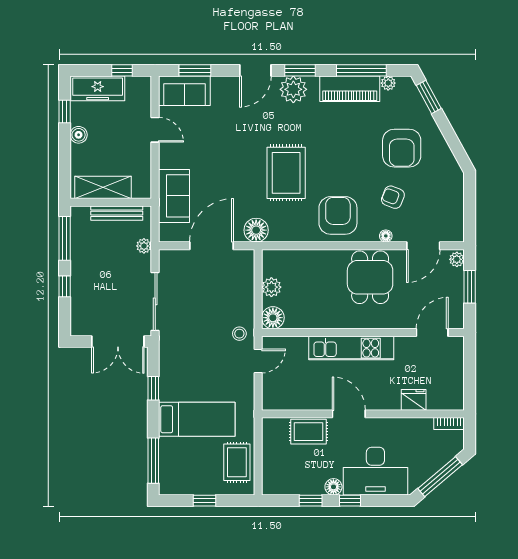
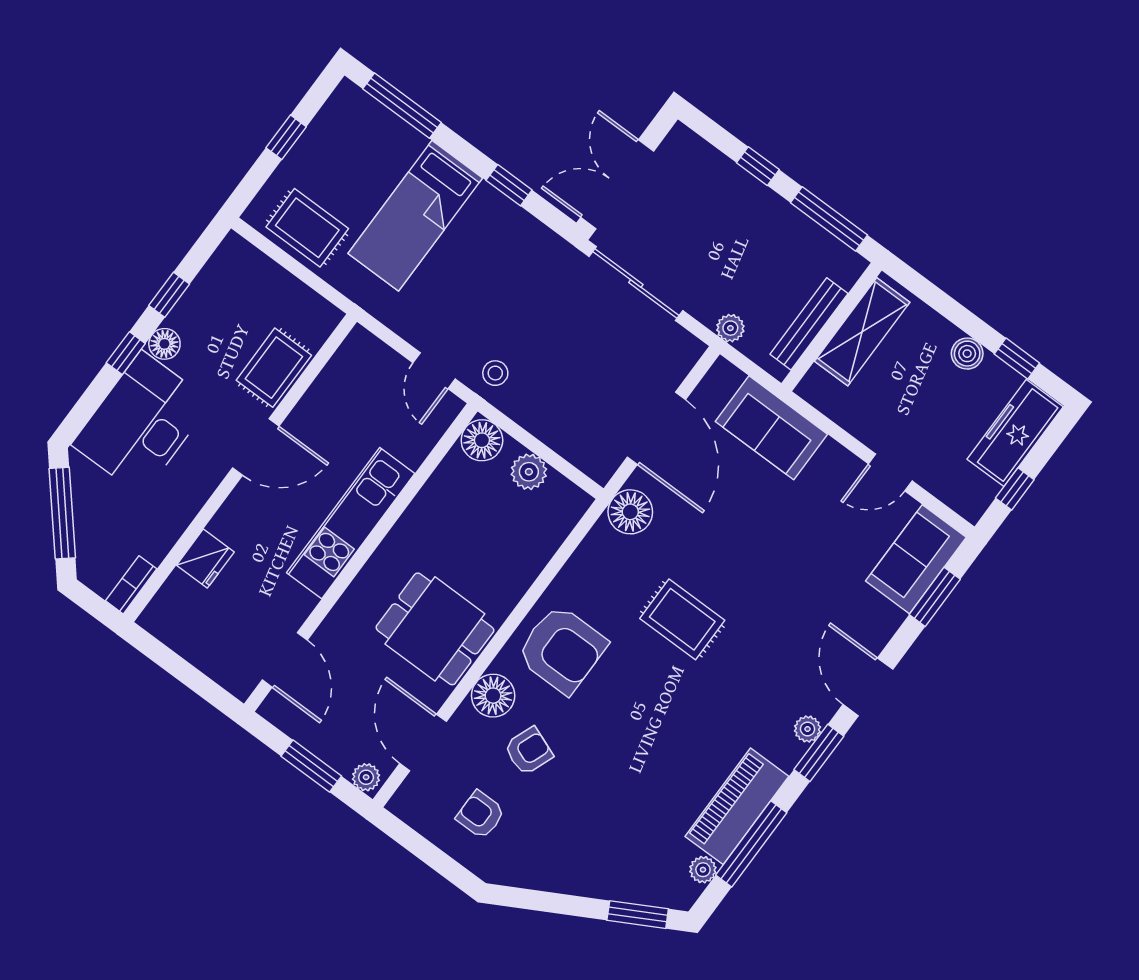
plant: (293, 89) -> (808, 729), width x0.53, depth x0.53
armchair: (402, 148) -> (480, 815), moved, width x0.53, depth x0.53
rug: (286, 173) -> (682, 619), width x0.73, depth x0.70
floor lamp: (386, 236) -> (493, 696), width x1.89, depth x1.89

